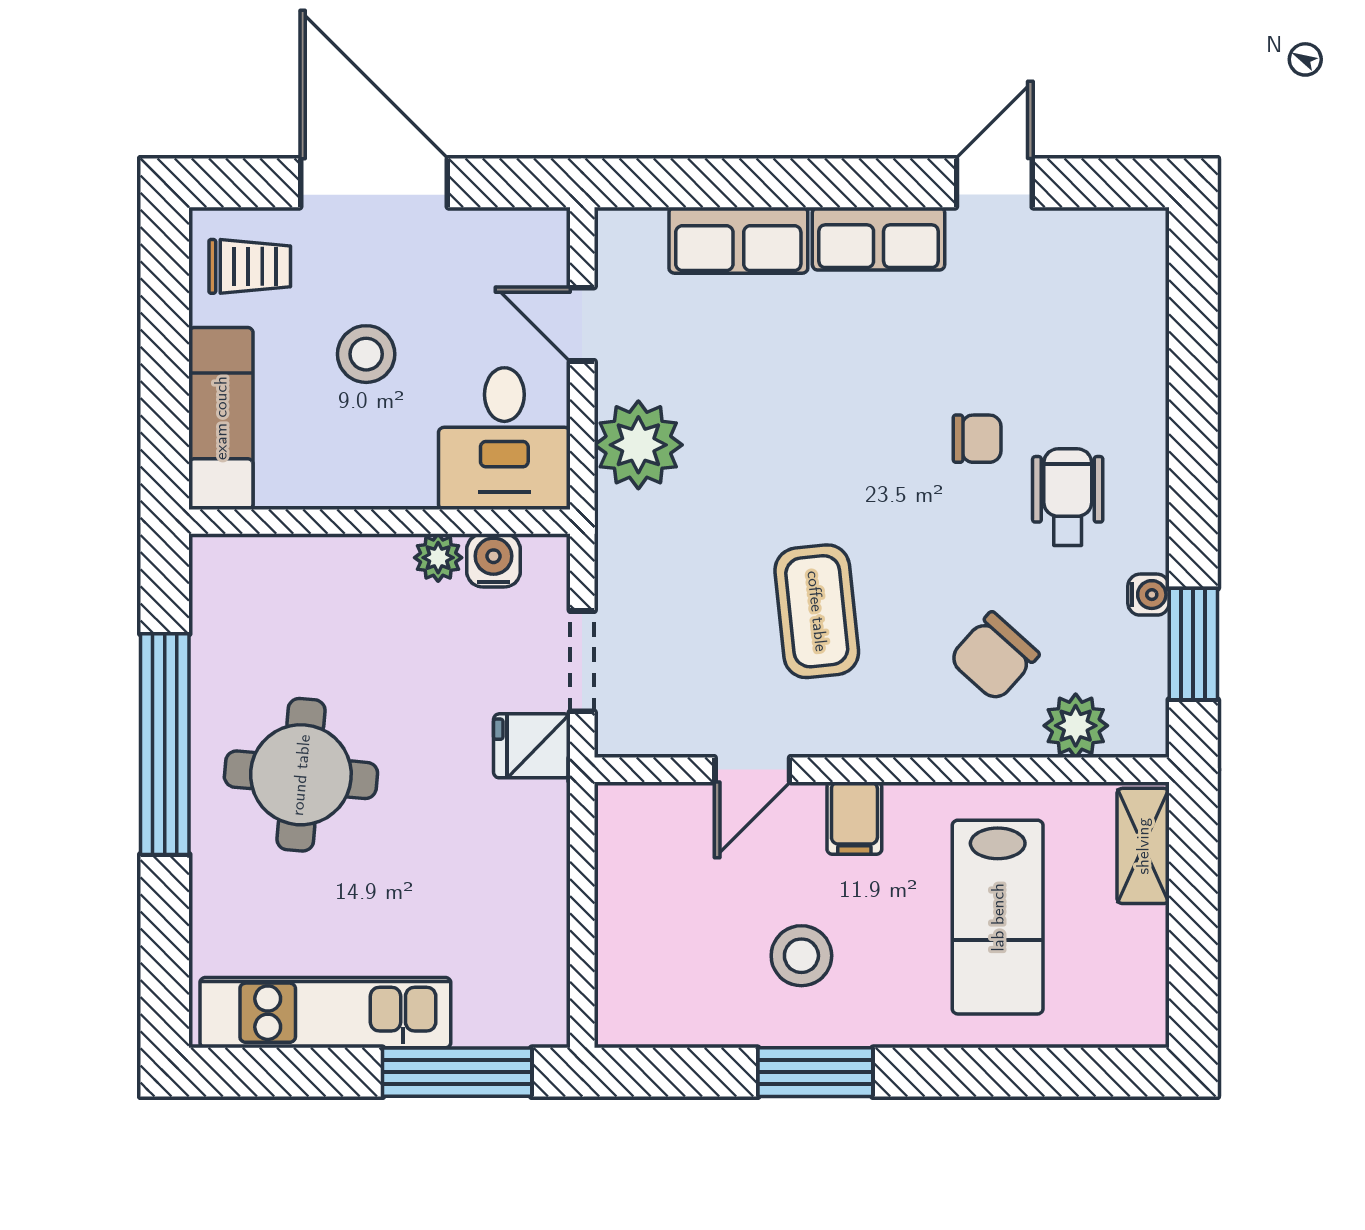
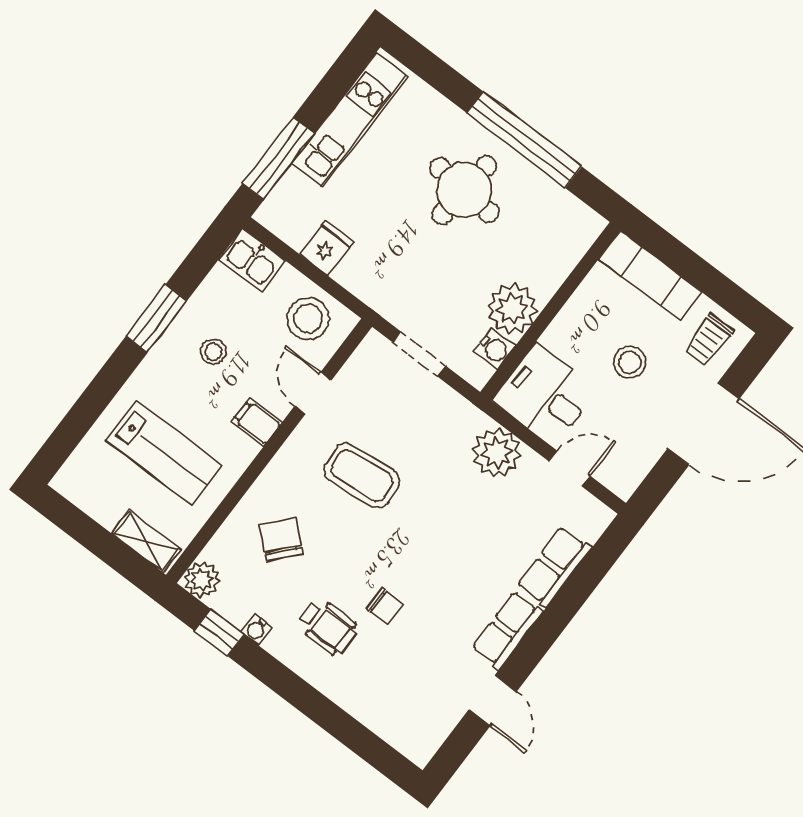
chair: (977, 439) -> (384, 606), turned -90
plant: (438, 558) -> (512, 309), width x1.88, depth x1.88
window: (1193, 644) -> (219, 633), width x0.67
plant: (1076, 726) -> (202, 580), moved
fridge: (532, 746) -> (327, 248), moved
stool: (652, 857) -> (308, 319), added
lab bench: (998, 917) -> (164, 452), turned 180
stool: (801, 956) -> (213, 352), width x0.73, depth x0.73
kitchen sink: (630, 999) -> (252, 260), added

